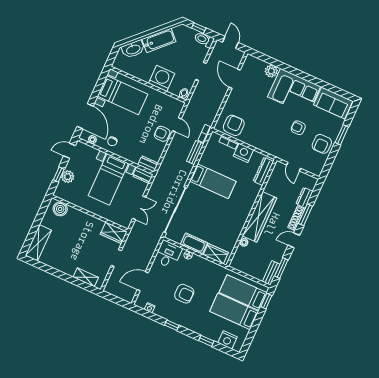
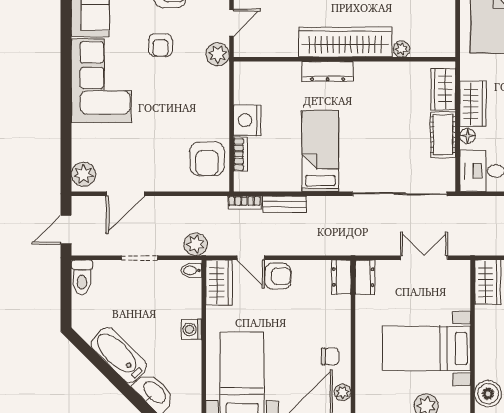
window: (199, 28) -> (66, 296), removed
plant: (271, 71) -> (83, 174), moved
washing machine: (162, 78) -> (191, 329), width x0.53, depth x0.53
plant: (195, 101) -> (196, 244), added
wardrobe: (172, 104) -> (219, 282), added
door: (177, 125) -> (251, 258), swing flipped
armchair: (234, 125) -> (207, 159), turned -90
armchair: (162, 134) -> (278, 276), turned -90
plant: (281, 153) -> (218, 54), added
dresser: (263, 171) -> (328, 71), moved
bed with nightstands: (108, 179) -> (426, 348), moved, turned 180
wardrobe: (202, 265) -> (473, 104), added

